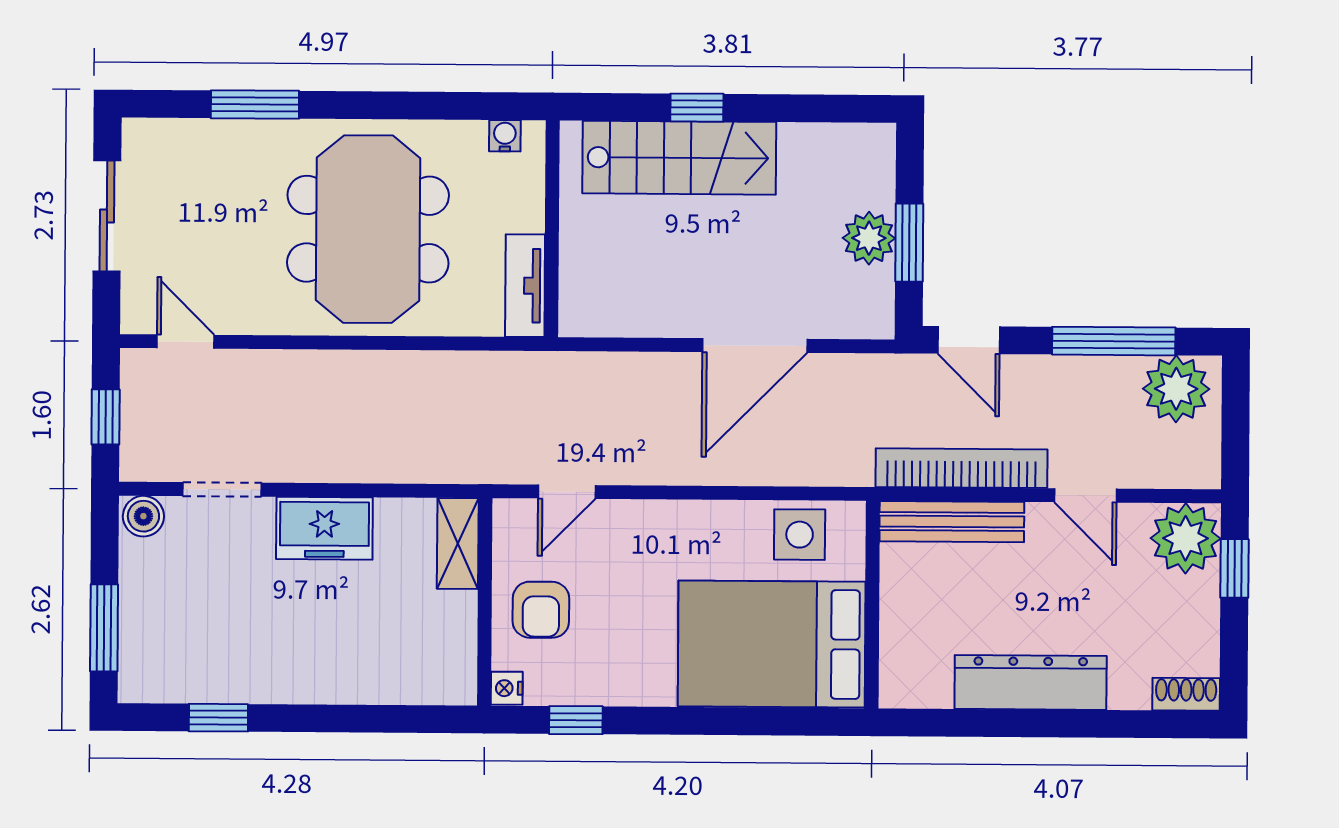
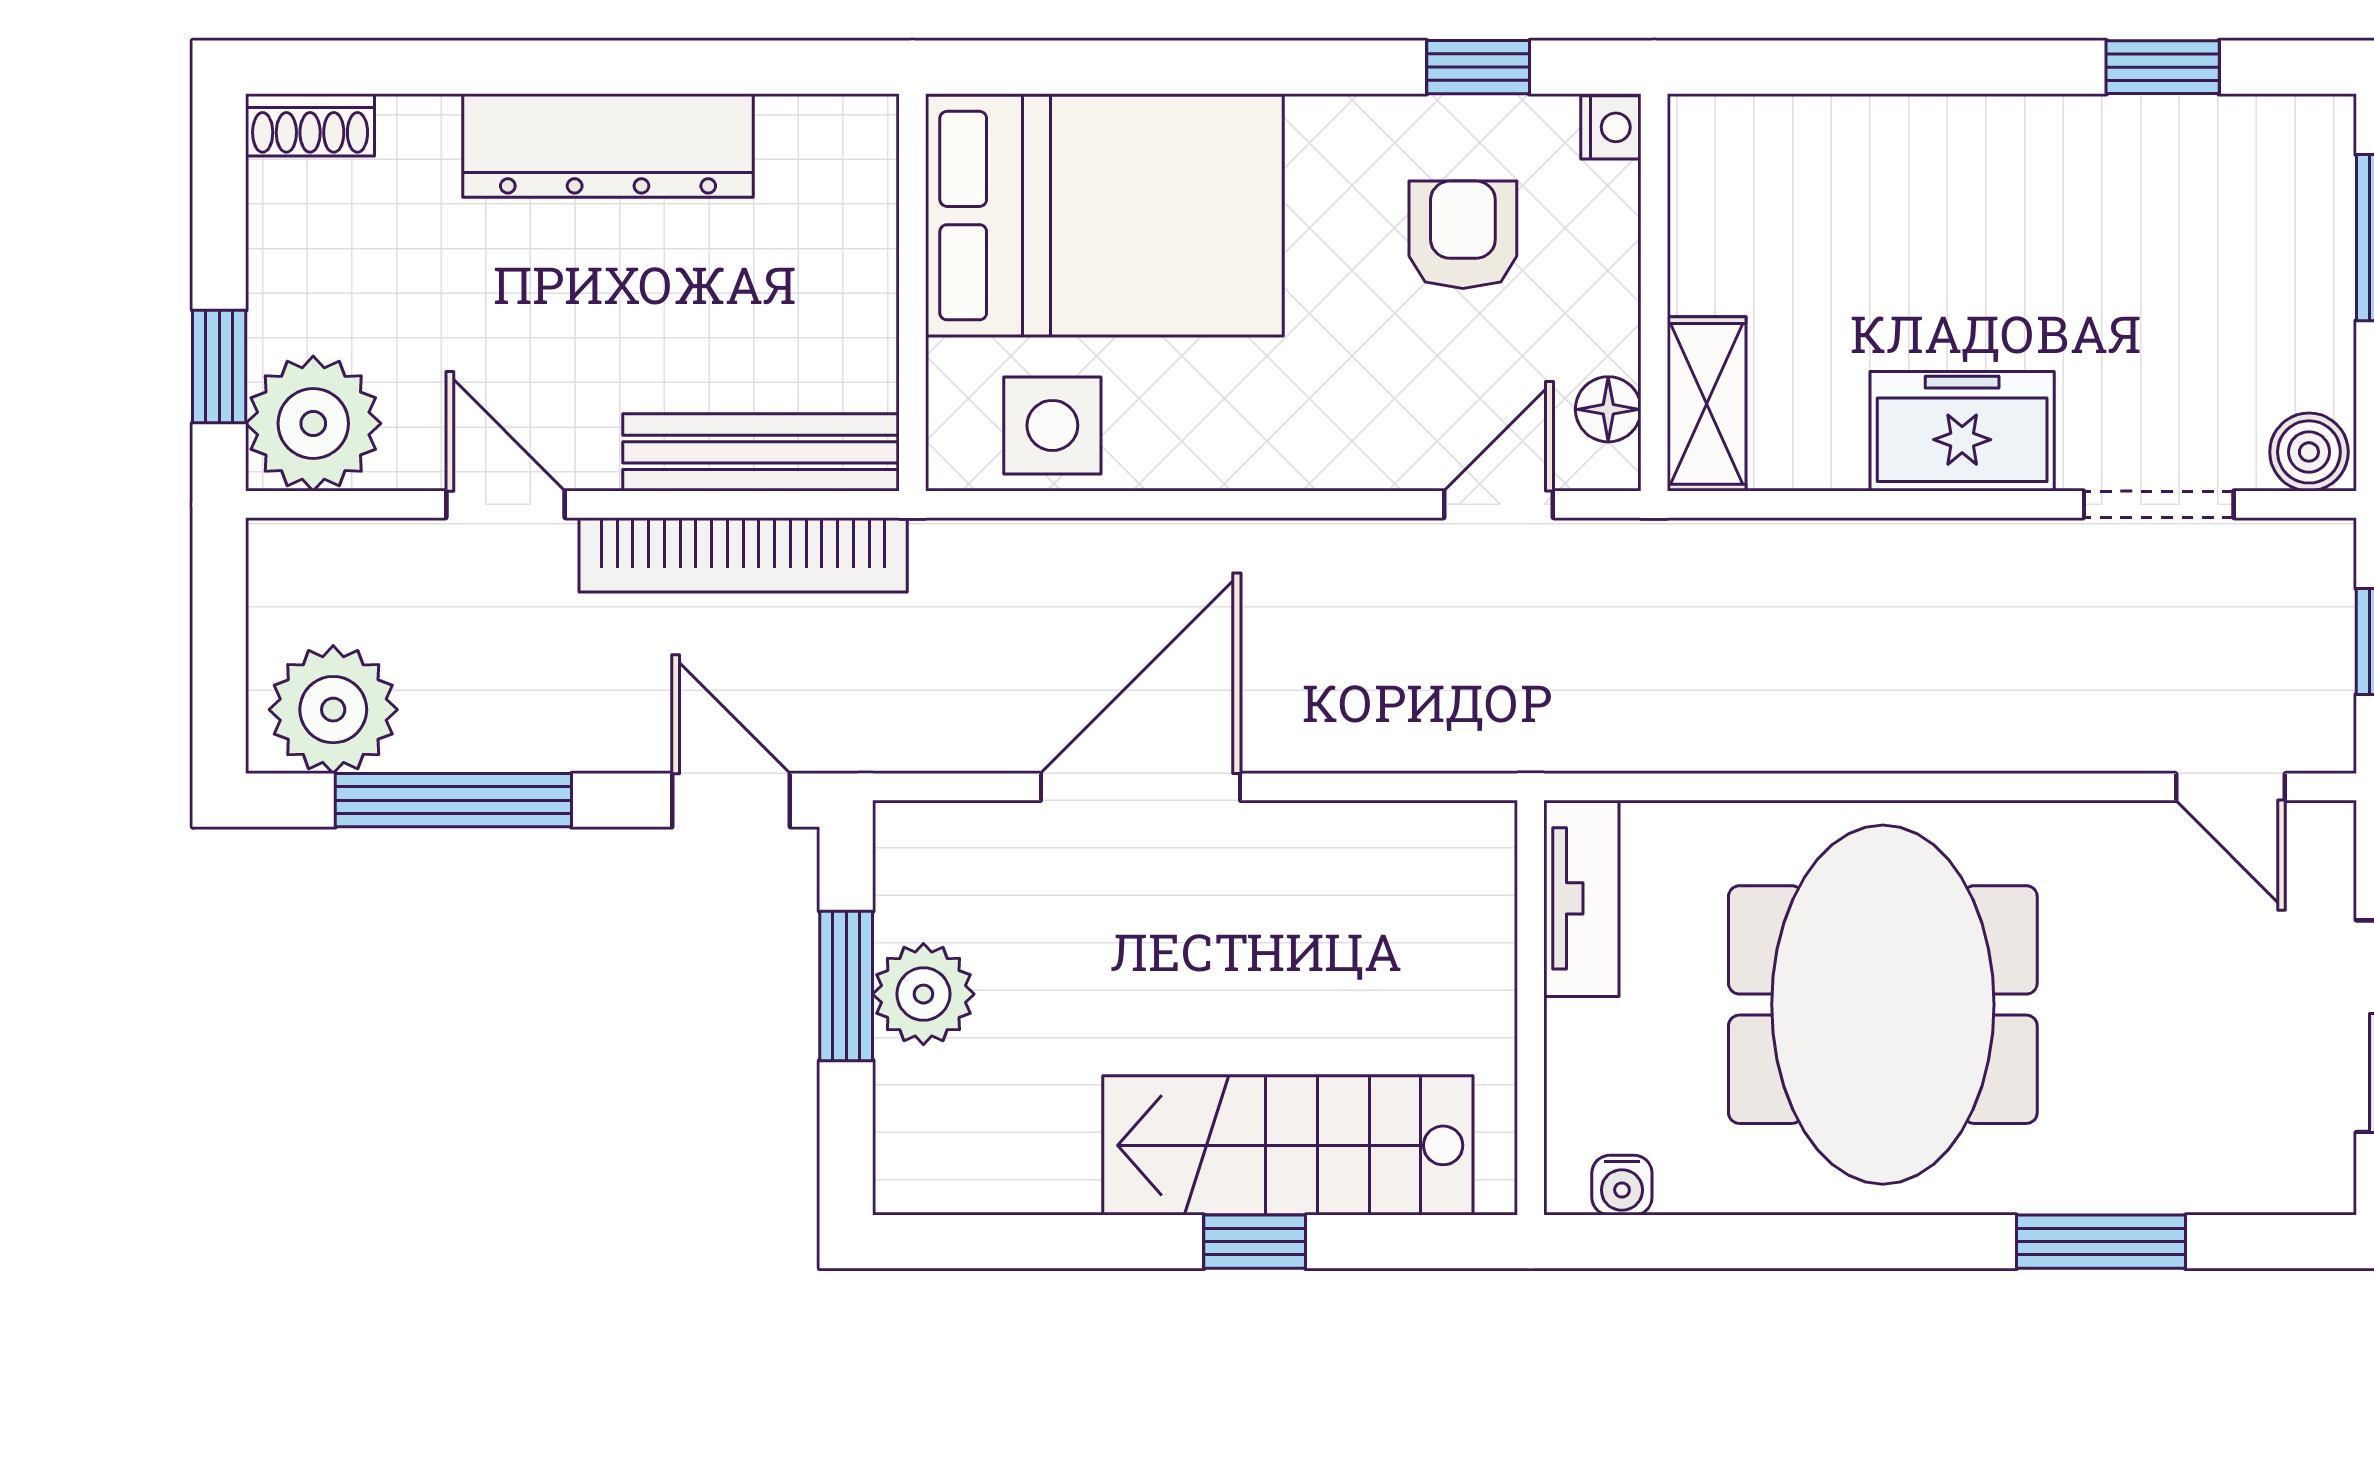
floor lamp: (509, 541) -> (1608, 409), added
armchair: (541, 610) -> (1463, 235), moved

